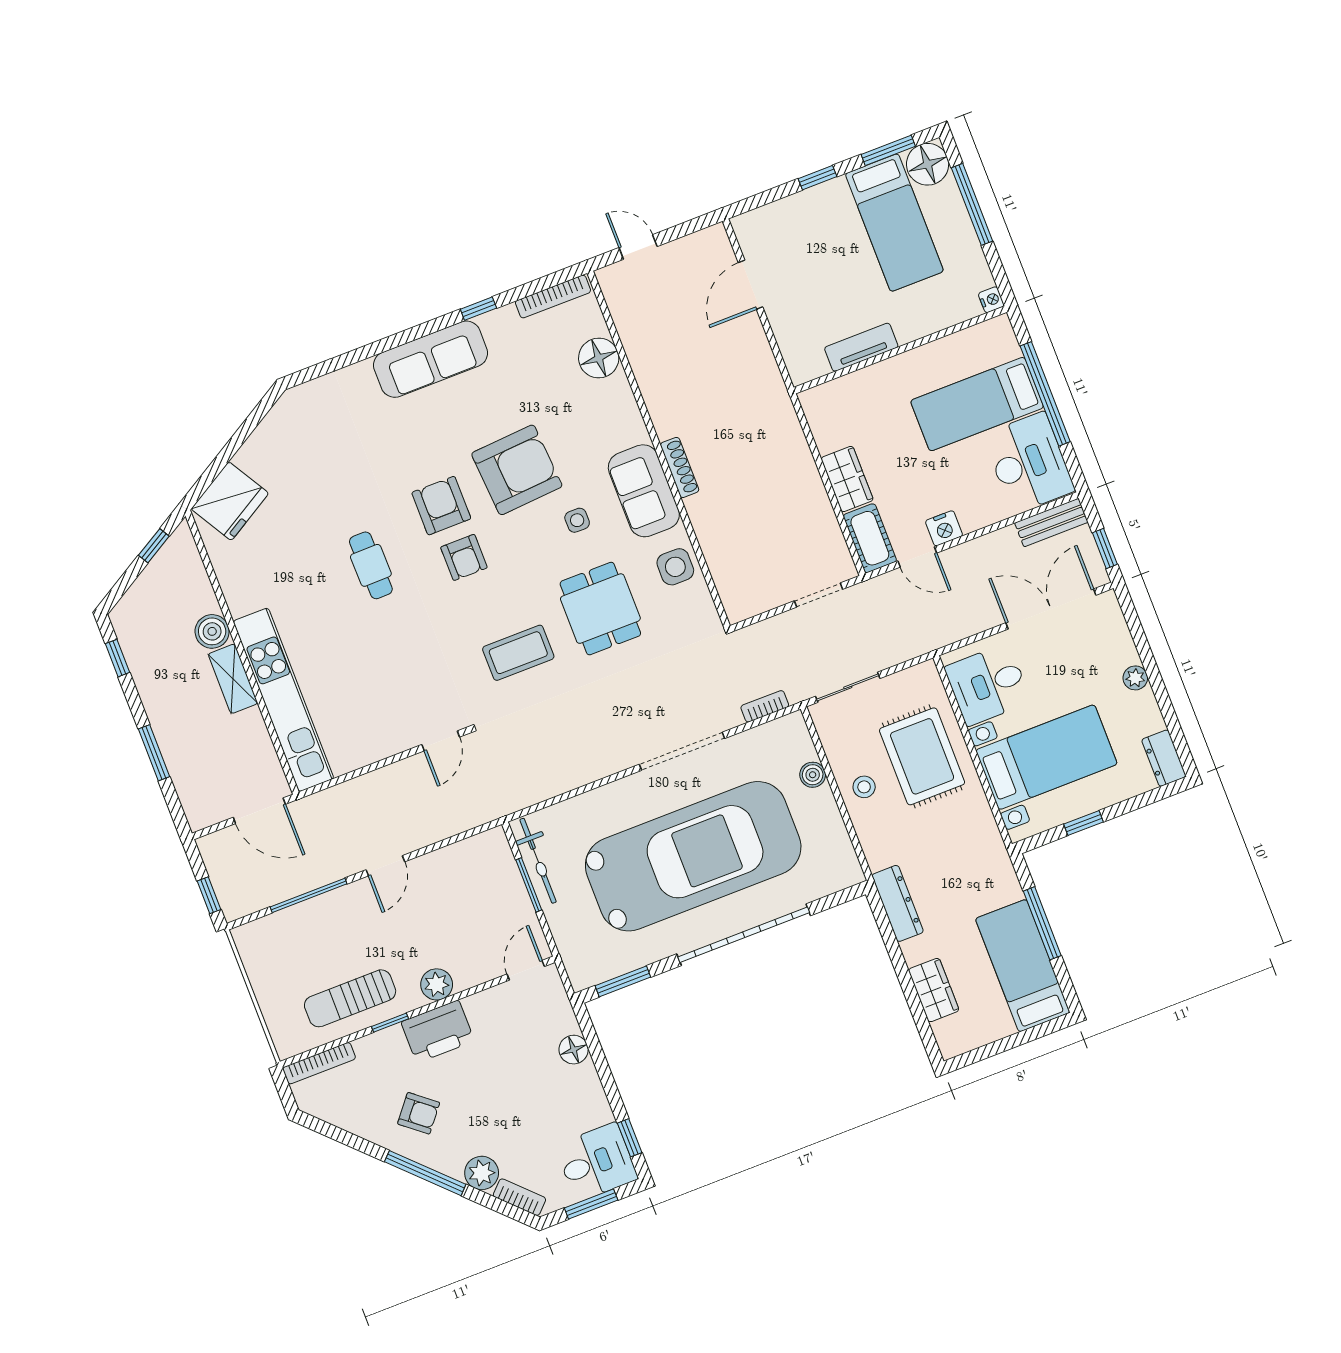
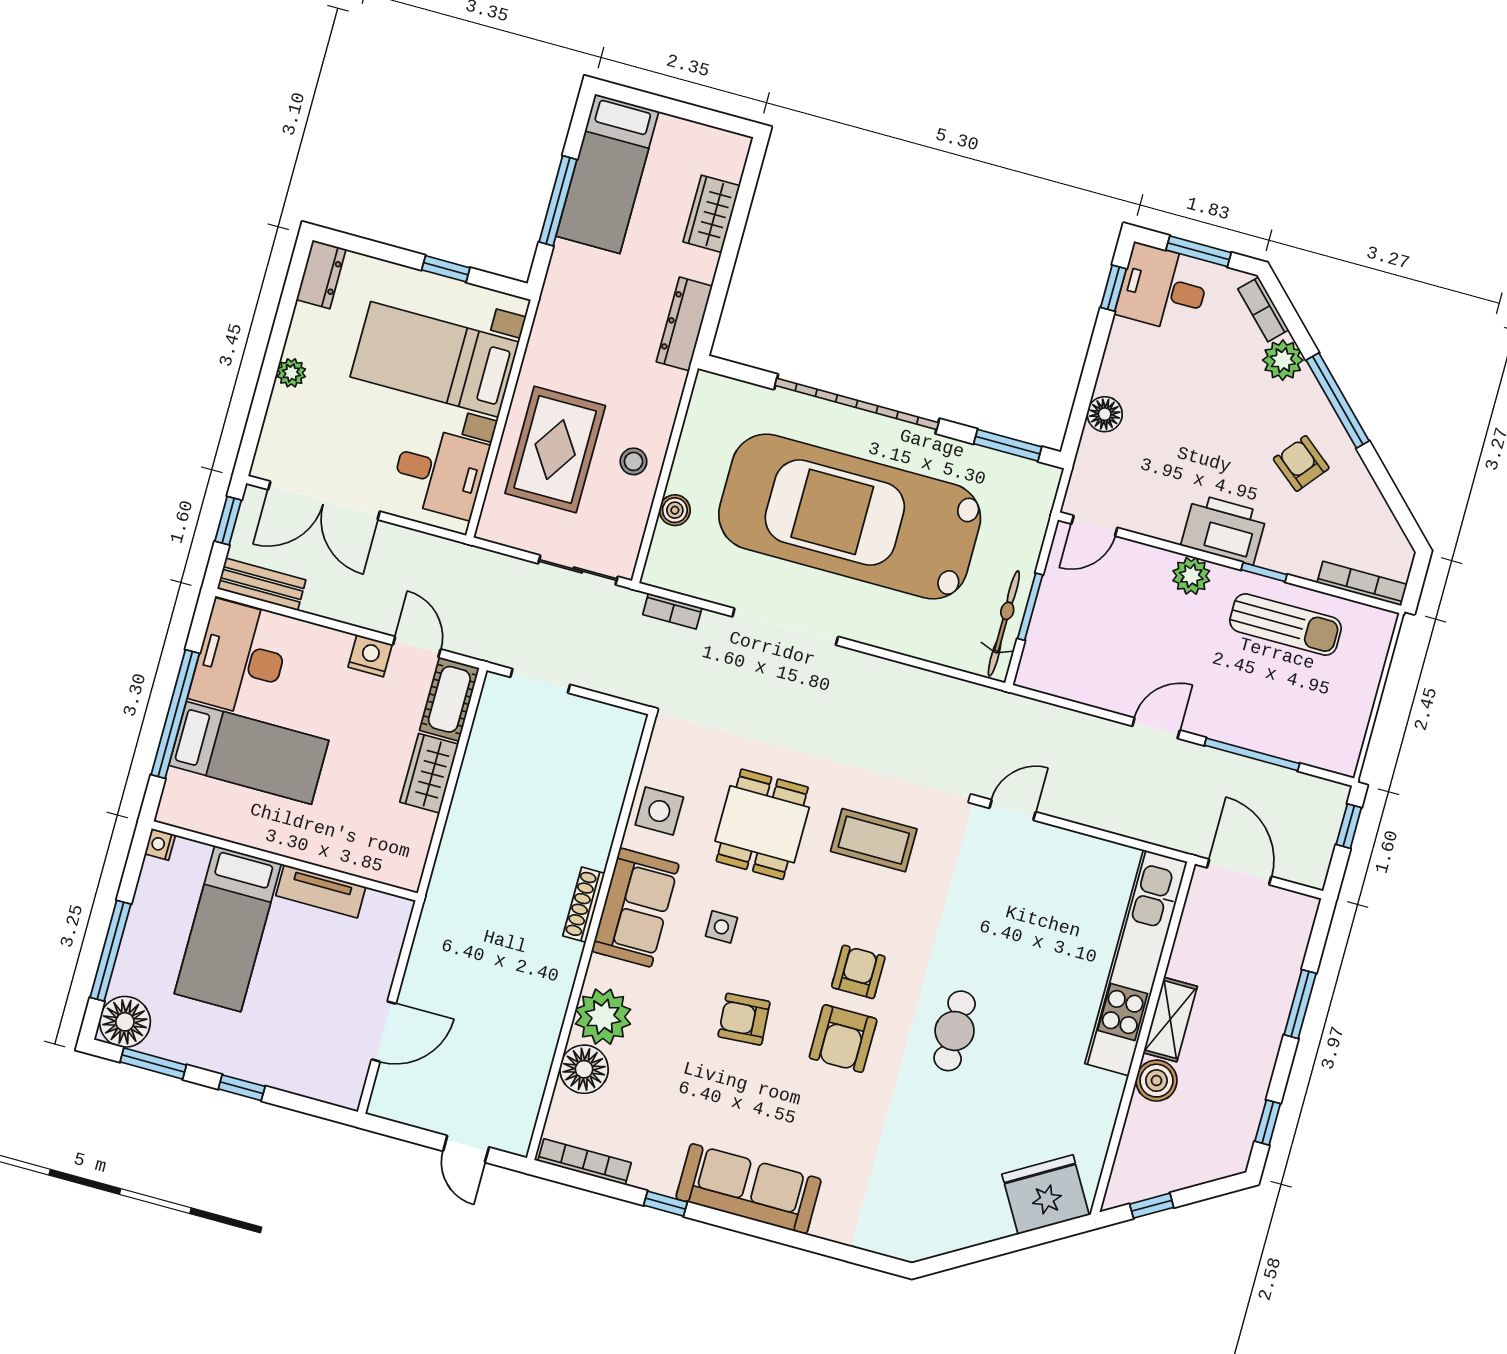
bed: (894, 223) -> (228, 929), moved, turned 180
plant: (612, 402) -> (603, 1017), added
armchair: (517, 470) -> (744, 1019), width x0.53, depth x0.53

